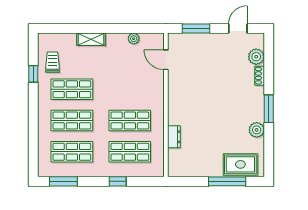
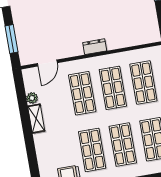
shelving: (91, 39) -> (36, 119), moved
shop shelf: (130, 89) -> (82, 93), added
dresser: (174, 137) -> (95, 47), moved

